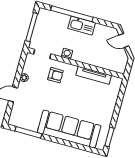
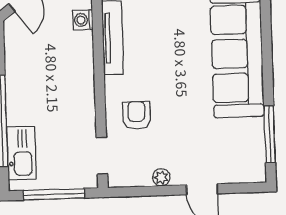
kitchen sink: (82, 26) -> (21, 153), moved
washing machine: (67, 54) -> (83, 20), moved

